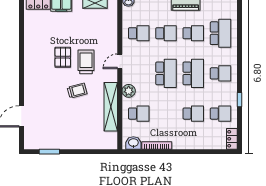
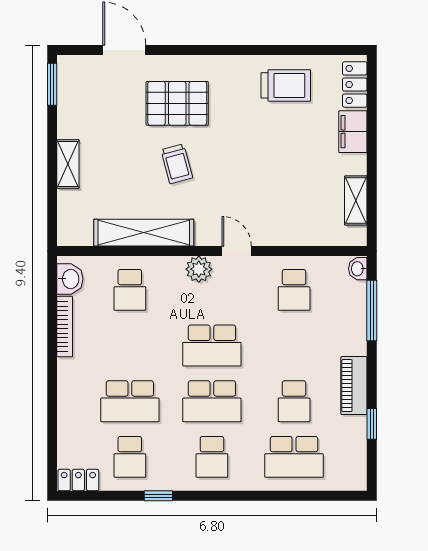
school desk: (166, 33) -> (294, 346), removed
pallet: (63, 57) -> (177, 103), moved, width x1.50, depth x1.42
trolley: (86, 62) -> (286, 85), moved
plant: (129, 91) -> (199, 269), moved
school desk: (193, 114) -> (130, 401), width x1.85
shelving: (77, 144) -> (68, 164), added
window: (49, 152) -> (52, 84), moved

